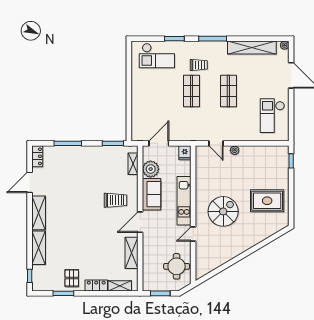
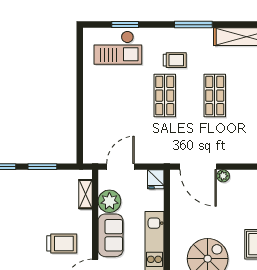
window: (174, 39) -> (125, 25), moved
window: (113, 143) -> (42, 167), moved
door: (216, 143) -> (198, 167), width x1.88

